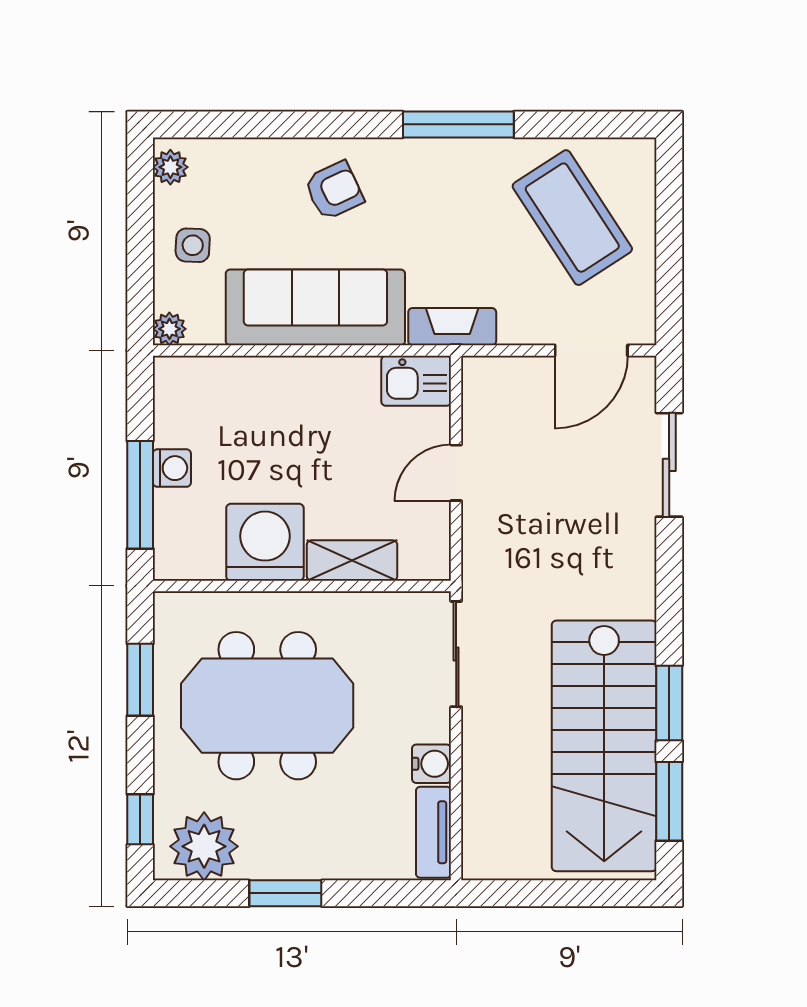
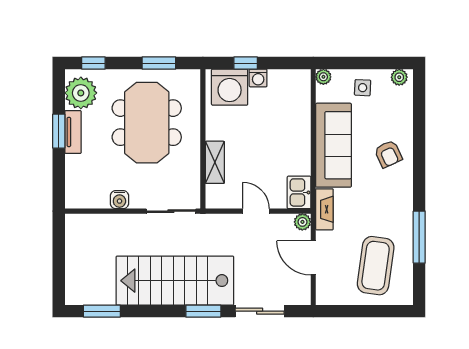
window: (458, 124) -> (419, 237), moved
coffee table: (572, 218) -> (376, 266), turned -49
door: (591, 350) -> (313, 258), moved
plant: (479, 373) -> (302, 222), added
window: (140, 495) -> (246, 63), width x0.46
washing machine: (265, 542) -> (230, 87), moved, turned 90
window: (669, 703) -> (203, 311), moved
stairs: (604, 746) -> (175, 281), moved
tv unit: (433, 832) -> (73, 132), moved, turned 90

